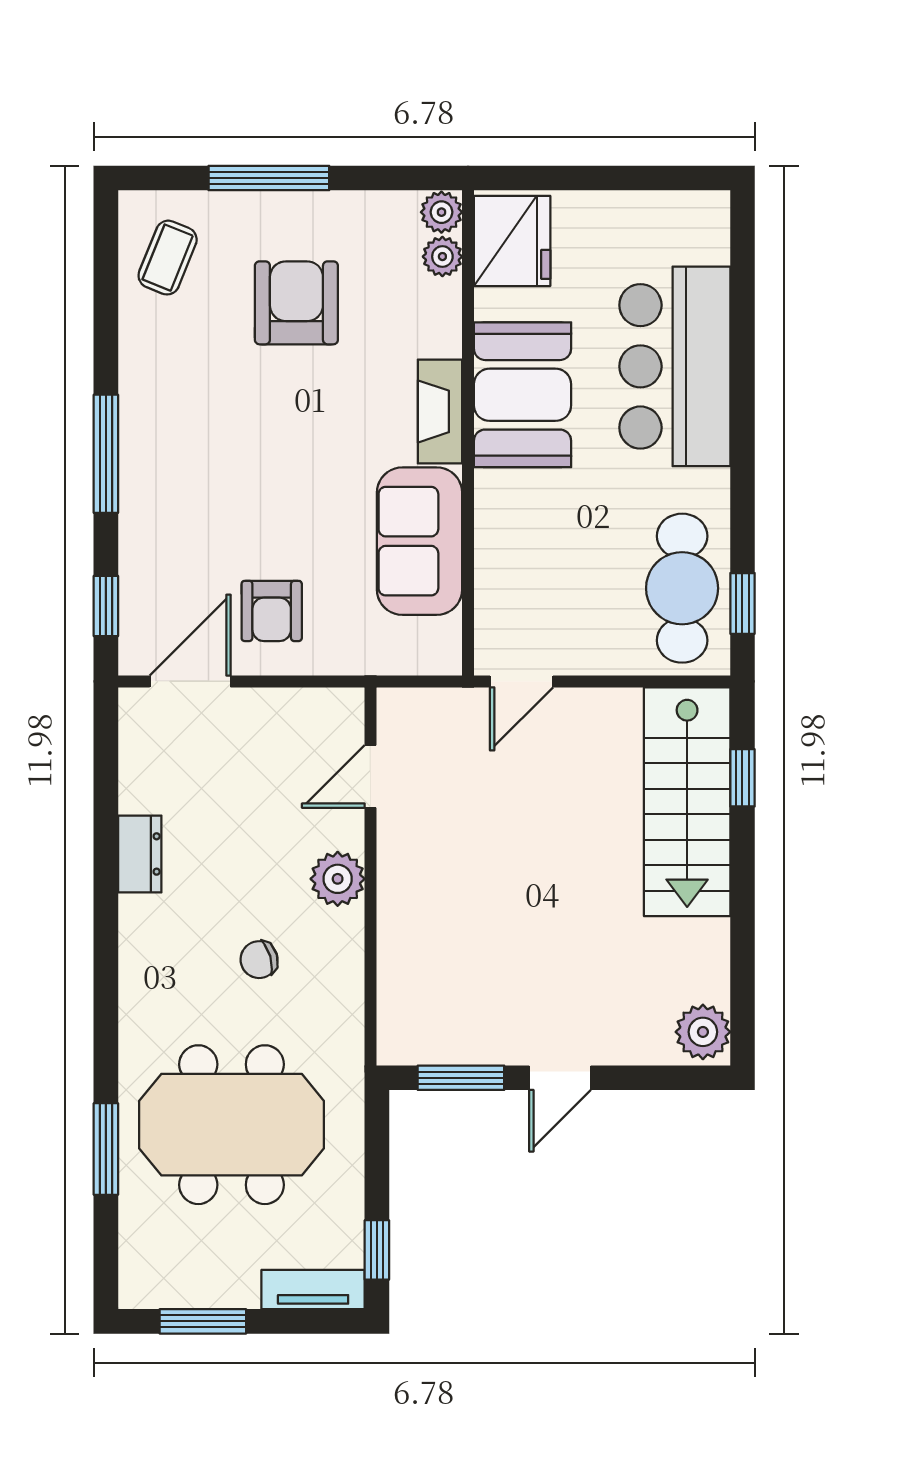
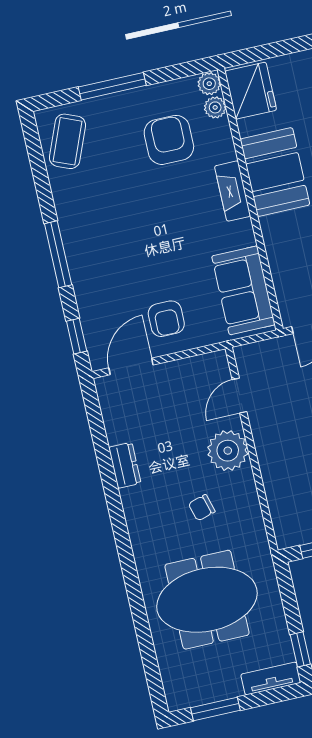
coffee table: (168, 258) -> (67, 141), width x1.36, depth x1.30
armchair: (296, 303) -> (169, 140), moved
sofa: (420, 541) -> (243, 290), moved
plant: (338, 879) -> (228, 451), width x1.36, depth x1.36
window: (106, 1149) -> (142, 628), removed

